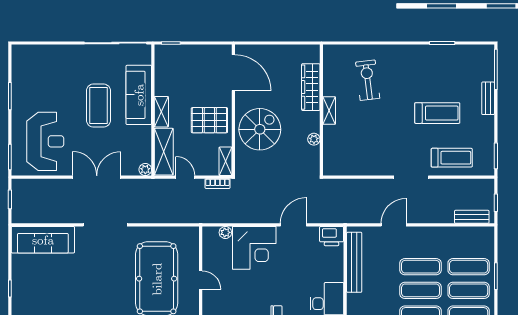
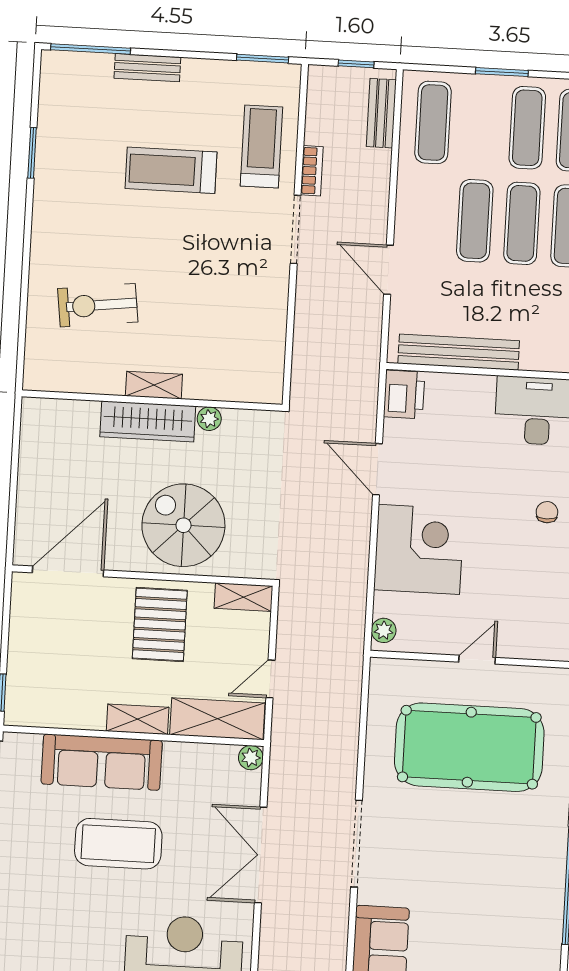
wardrobe: (311, 87) -> (148, 421), moved
treadmill: (437, 113) -> (171, 170), turned -90
bookcase: (218, 184) -> (312, 171), moved
plant: (225, 232) -> (384, 630), moved
exercise mat: (469, 267) -> (433, 122), moved

